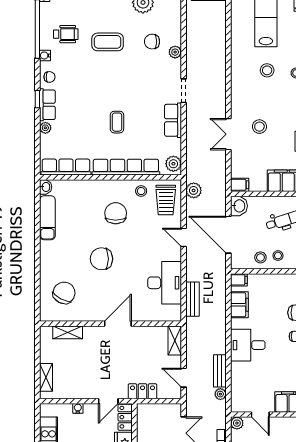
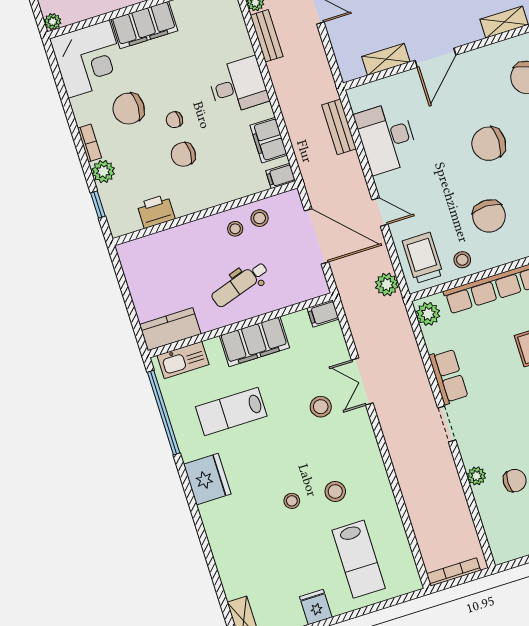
double door: (228, 134) -> (362, 382), swing flipped
washbasin: (239, 206) -> (314, 283), removed
chair: (101, 259) -> (489, 144), turned 180
shelving: (175, 340) -> (386, 59), moved, turned 90

